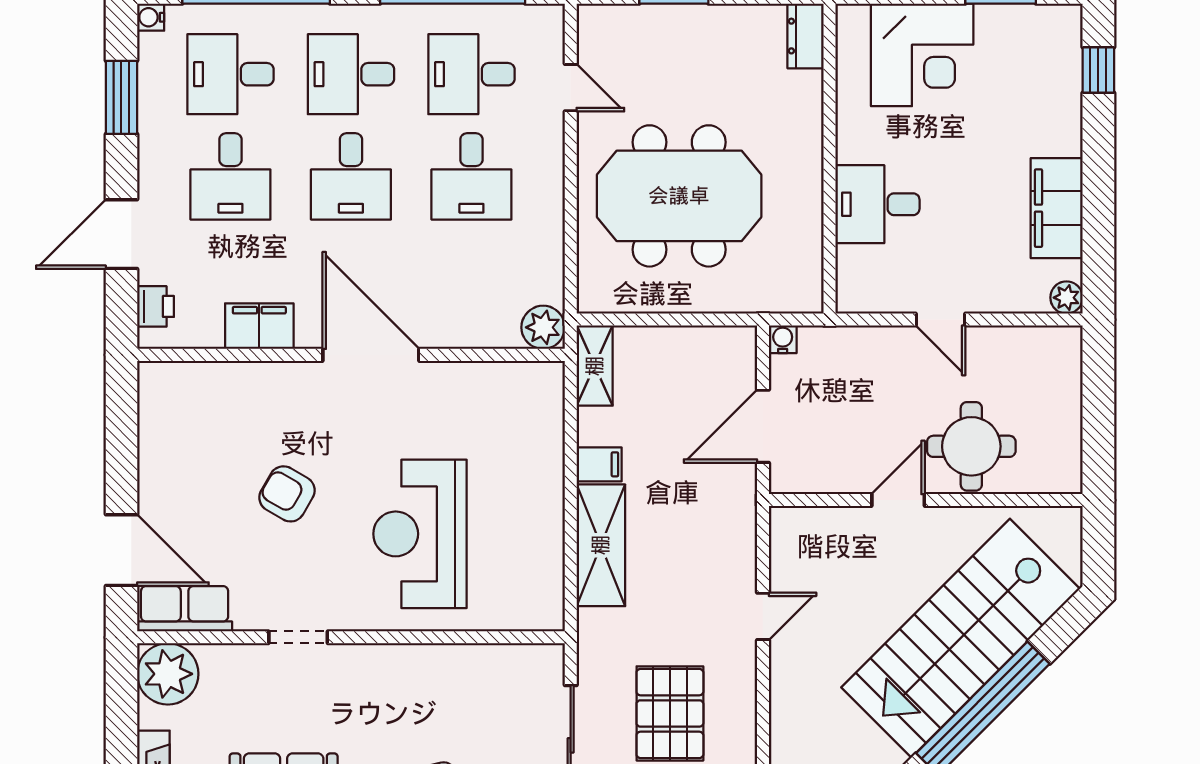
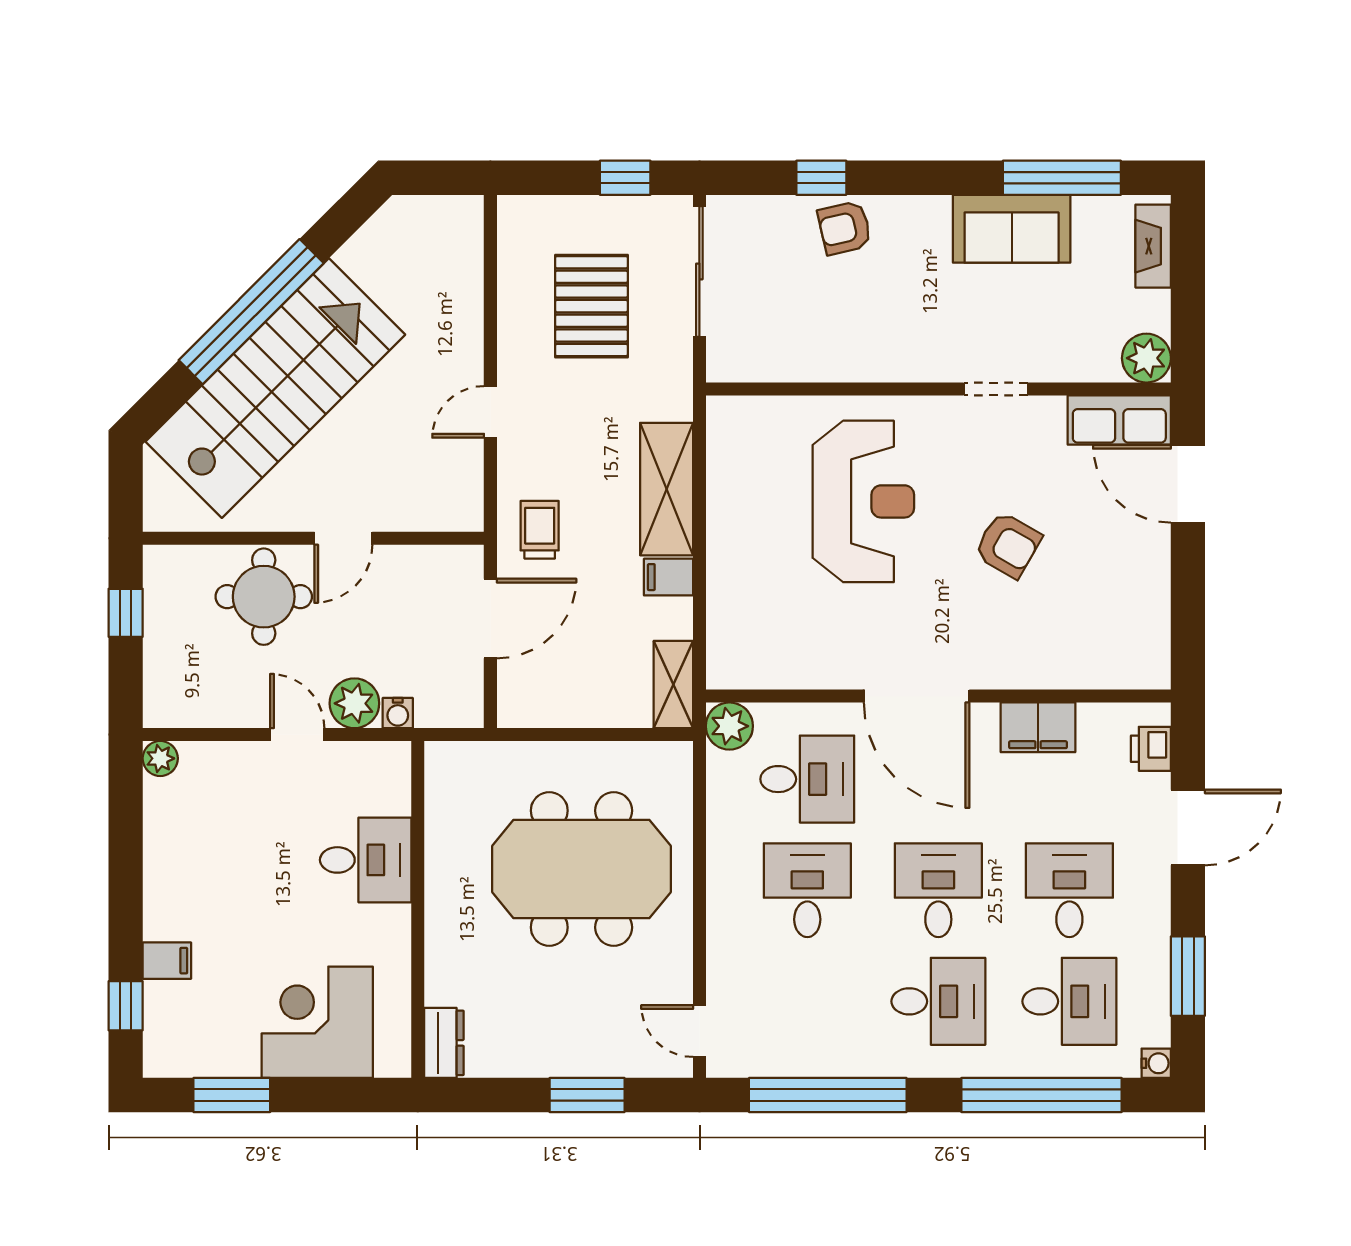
desk: (471, 74) -> (807, 779), moved
door: (571, 88) -> (699, 1031), moved
filing cabinet: (1057, 208) -> (167, 961), moved, width x0.33, depth x0.86
water cooler: (783, 339) -> (398, 713), moved
plant: (888, 348) -> (354, 703), added
window: (1098, 431) -> (126, 613), added
trolley: (718, 508) -> (540, 530), added
plant: (168, 674) -> (1146, 358), width x0.73, depth x0.73

